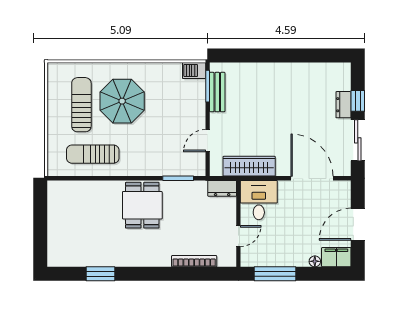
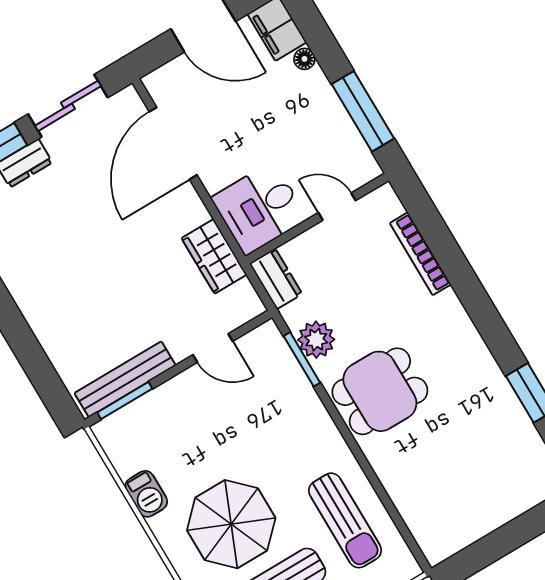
barbecue: (194, 70) -> (146, 494), moved
bench: (217, 92) -> (125, 379), width x1.36
wardrobe: (249, 166) -> (214, 256), width x0.67
plant: (183, 190) -> (316, 340), added

